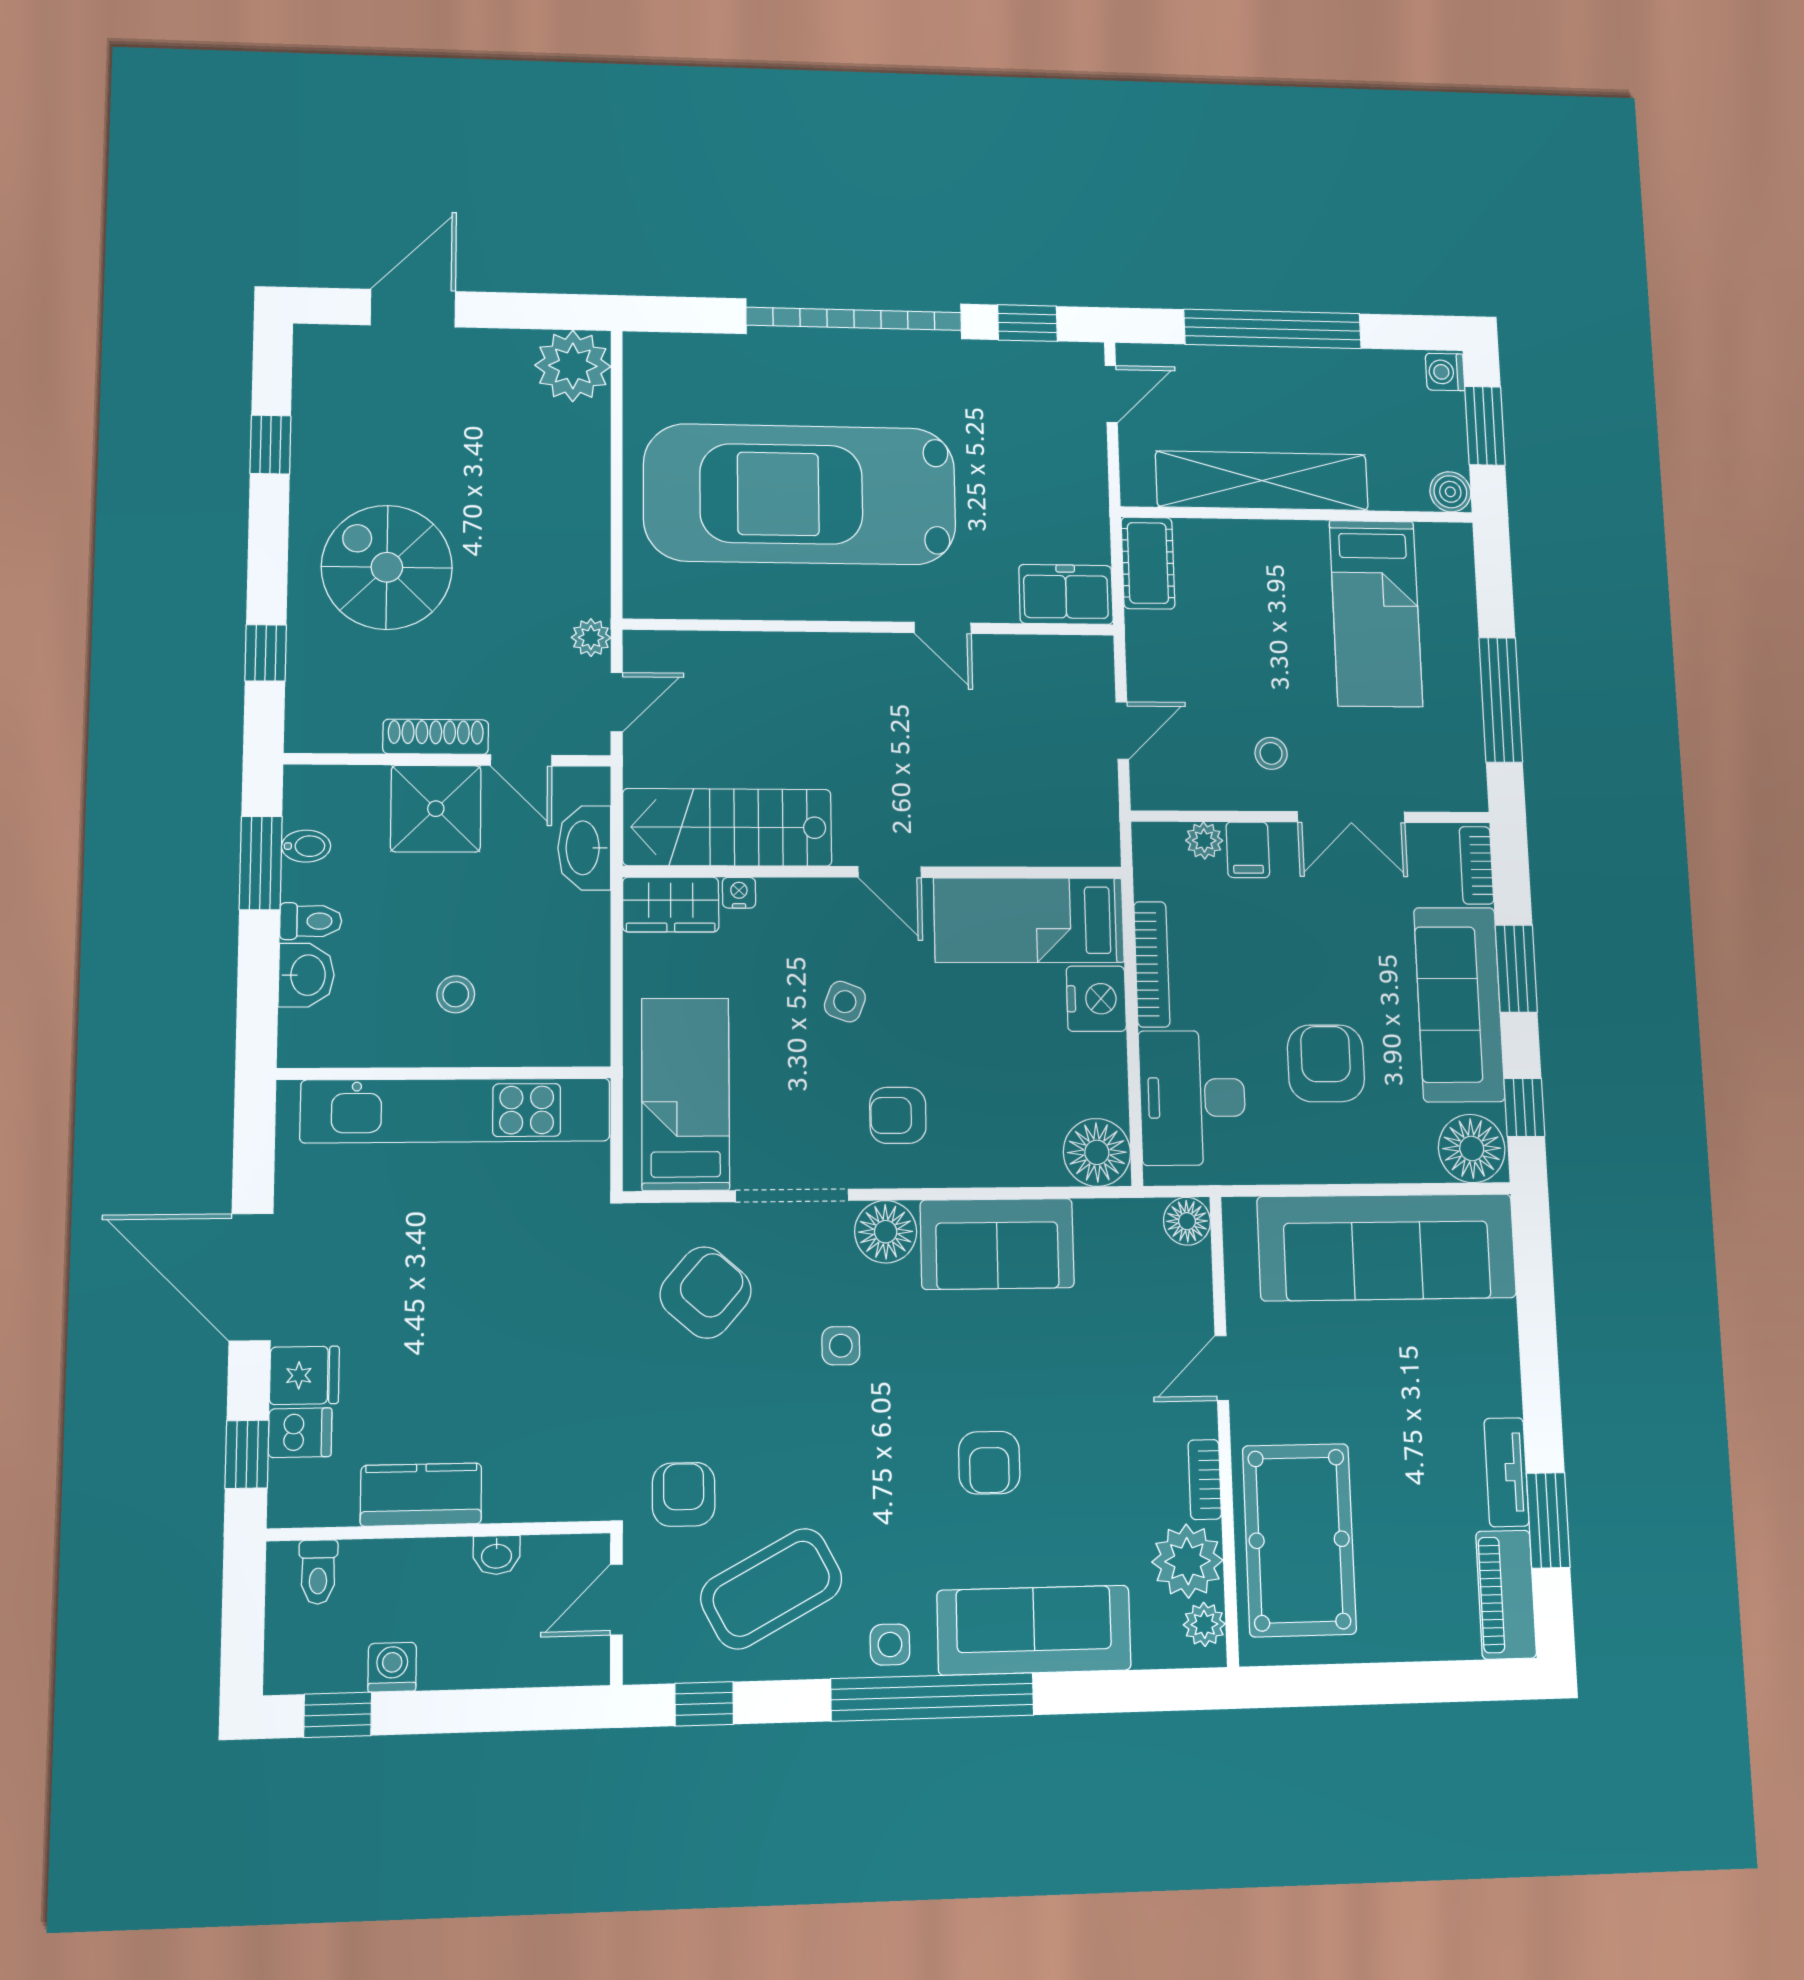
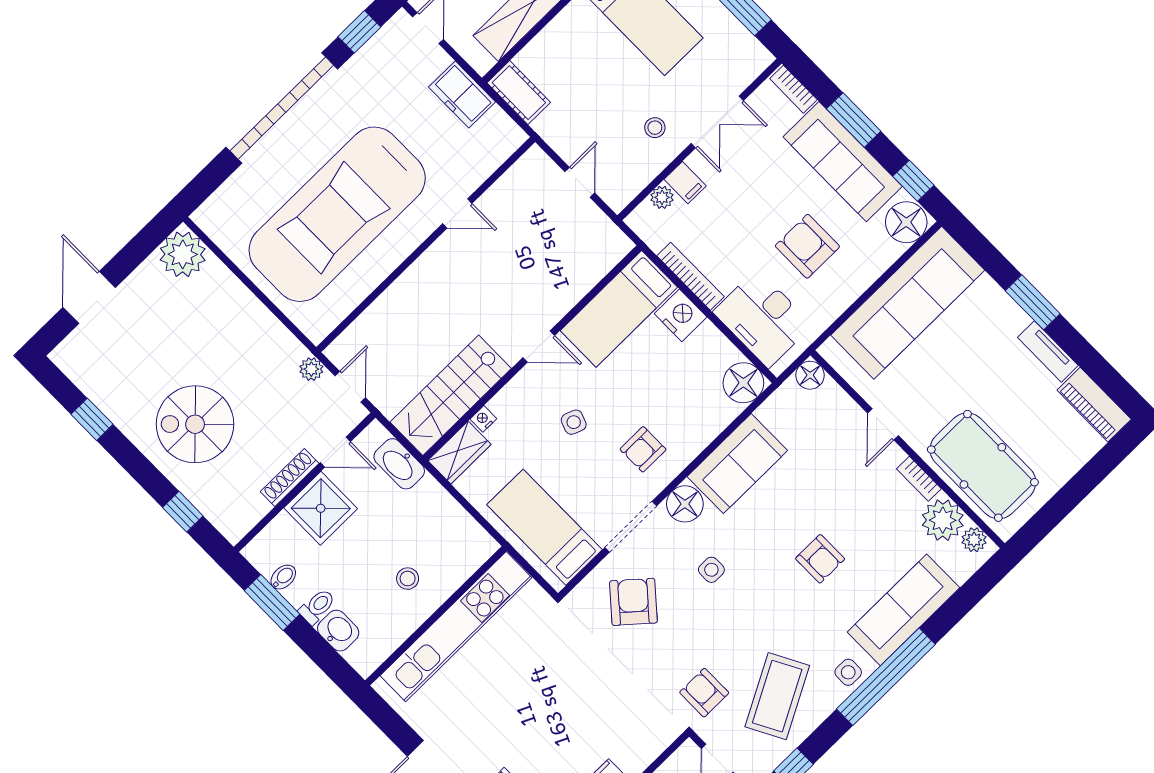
freezer: (1066, 594) -> (462, 94), moved, turned -90
window: (1548, 1520) -> (1033, 302), moved

